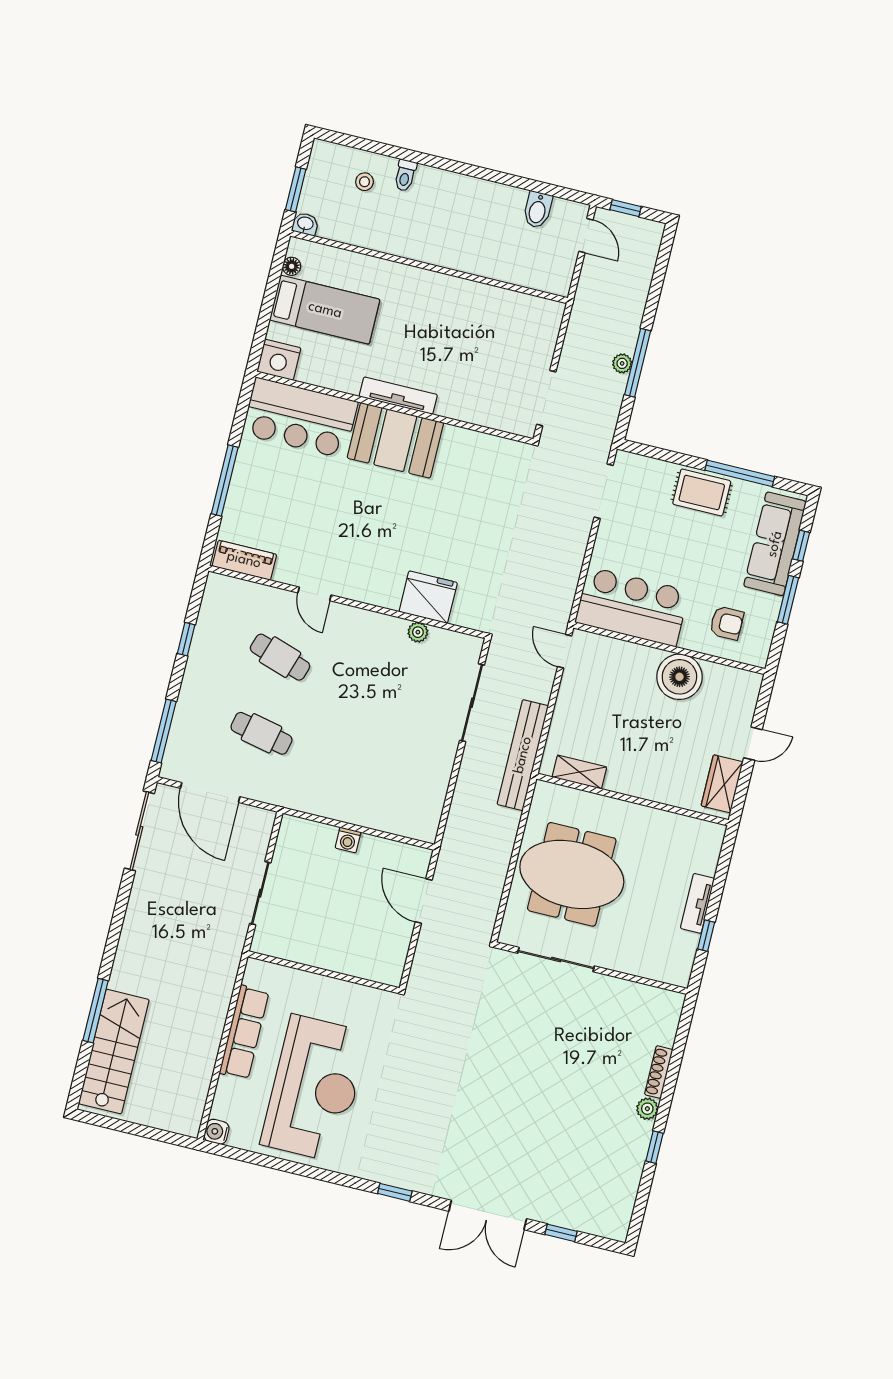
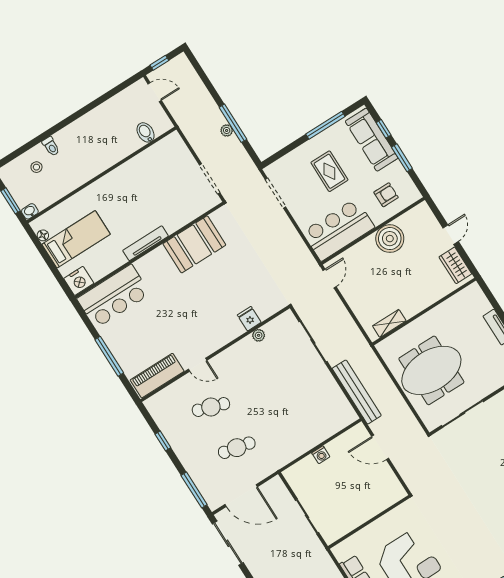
bidet: (538, 210) -> (146, 132), moved, turned 180
booth: (395, 440) -> (194, 244), moved
rug: (702, 493) -> (329, 171), moved, turned 90
piano: (244, 560) -> (157, 376), width x1.37, depth x1.33
fridge: (428, 597) -> (249, 319), width x0.53, depth x0.75
door: (565, 651) -> (330, 279), swing flipped
bench: (523, 755) -> (357, 392), moved

